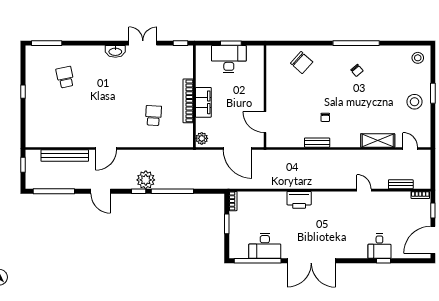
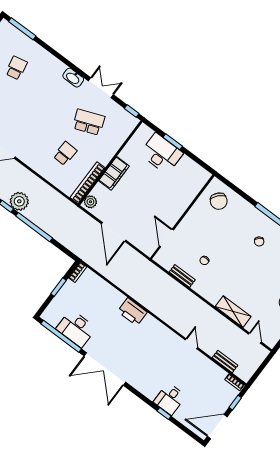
school desk: (153, 77) -> (89, 122), added
wall: (265, 96) -> (182, 217), moved
bookcase: (188, 101) -> (88, 183), moved
door: (265, 122) -> (166, 238), moved

